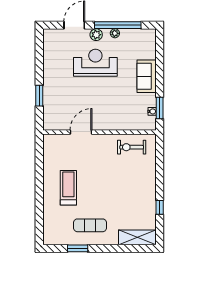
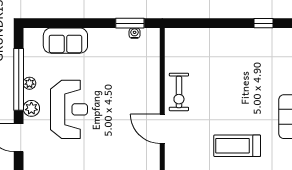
reception desk: (95, 63) -> (69, 109), turned 180
sofa: (147, 76) -> (65, 41), moved
exercise bike: (132, 147) -> (179, 92), moved

